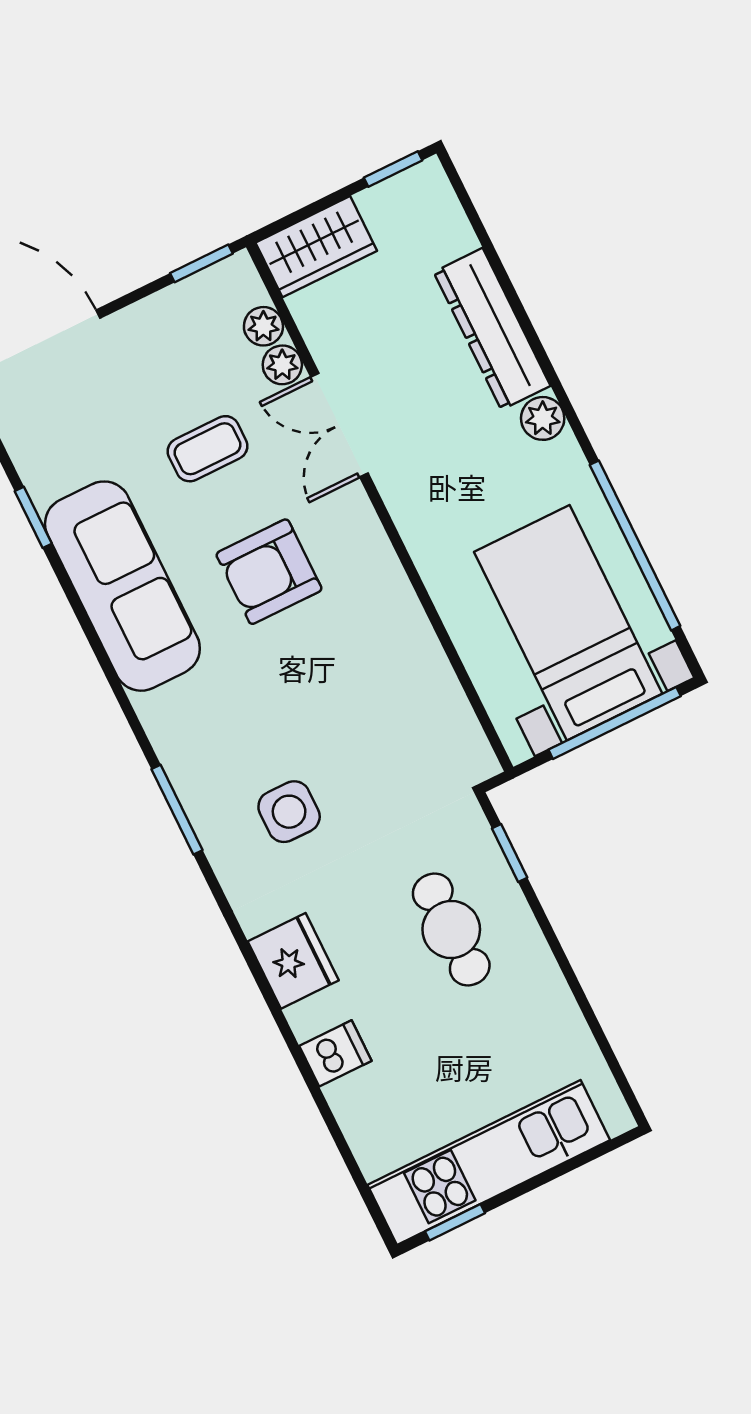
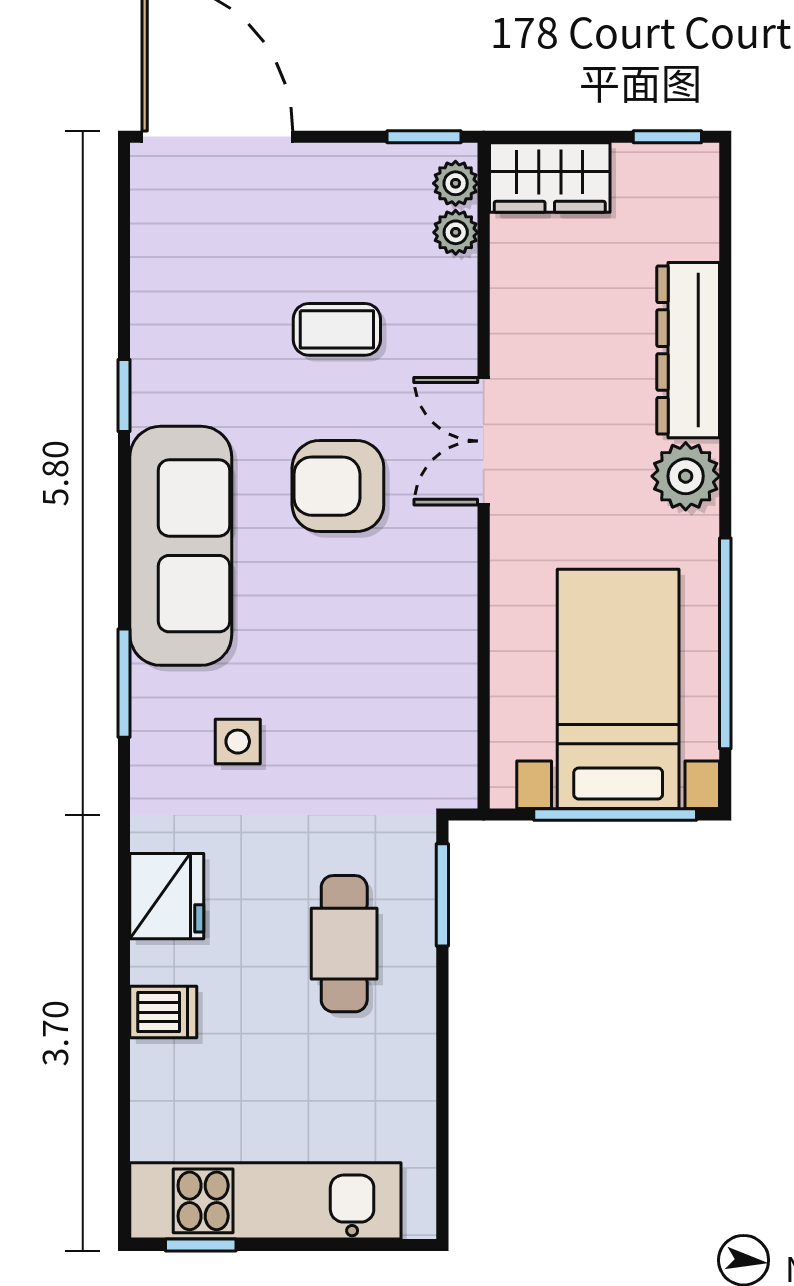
plant: (282, 365) -> (456, 183), moved
plant: (543, 418) -> (686, 476), width x1.38, depth x1.38
double door: (339, 425) -> (484, 441), moved
window: (33, 517) -> (124, 396), moved
sofa: (122, 586) -> (181, 546), moved
side table: (289, 812) -> (238, 742), width x0.73, depth x0.73
window: (510, 853) -> (442, 895), width x1.50

